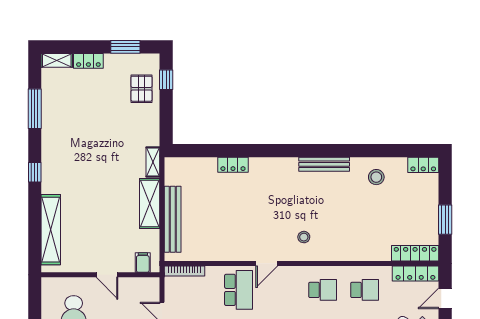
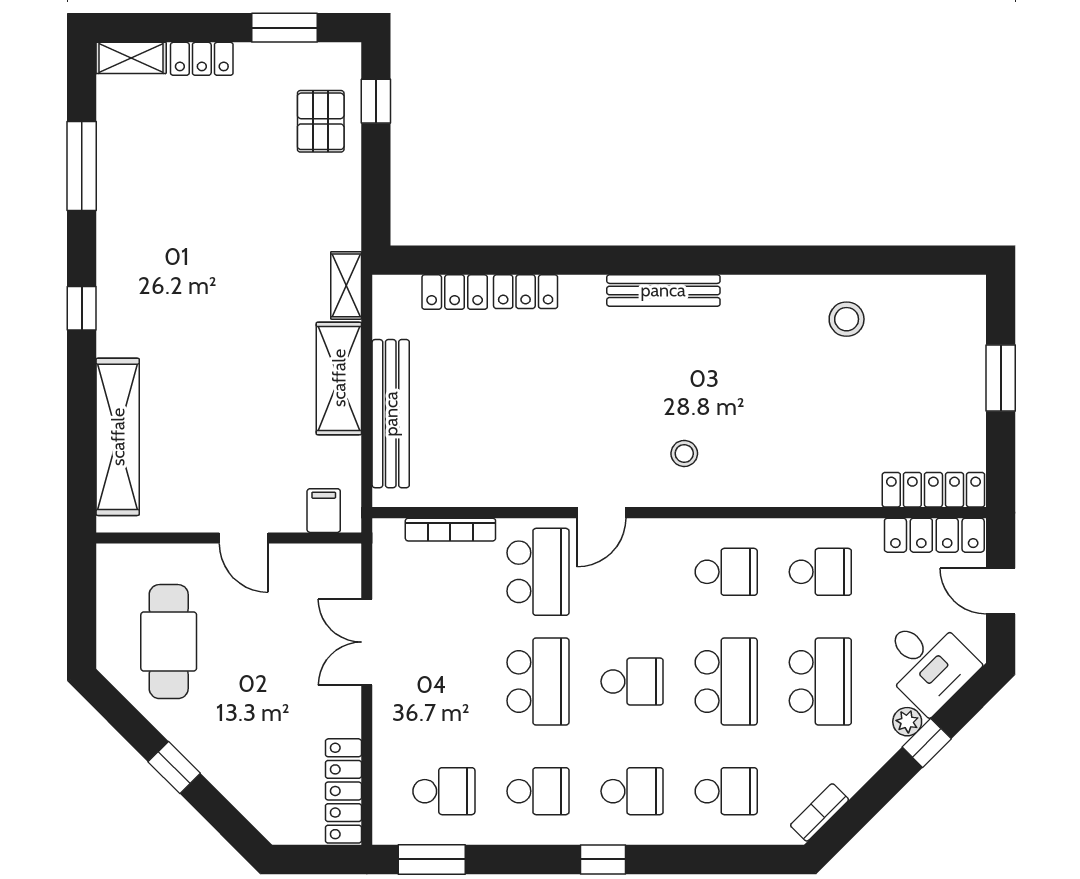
bench: (324, 164) -> (663, 290), moved
locker: (423, 165) -> (455, 292), moved
window: (445, 220) -> (1001, 378), moved
bookcase: (185, 271) -> (450, 530), moved
door: (445, 298) -> (1001, 591), hinge flipped

